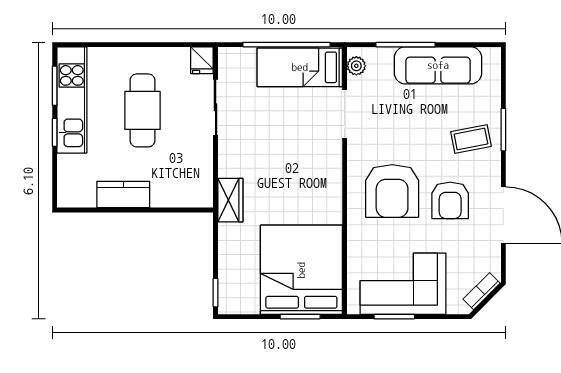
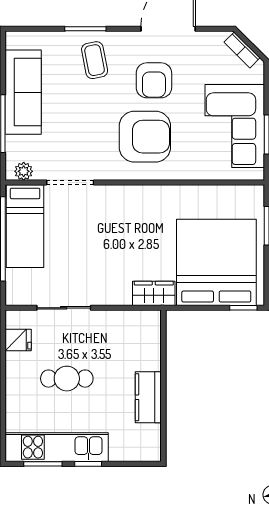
fridge: (202, 60) -> (18, 340), moved
cafe table: (143, 110) -> (67, 379), width x0.73, depth x0.74
armchair: (450, 200) -> (154, 80), turned 90
bed: (301, 270) -> (216, 262), moved, turned 90

